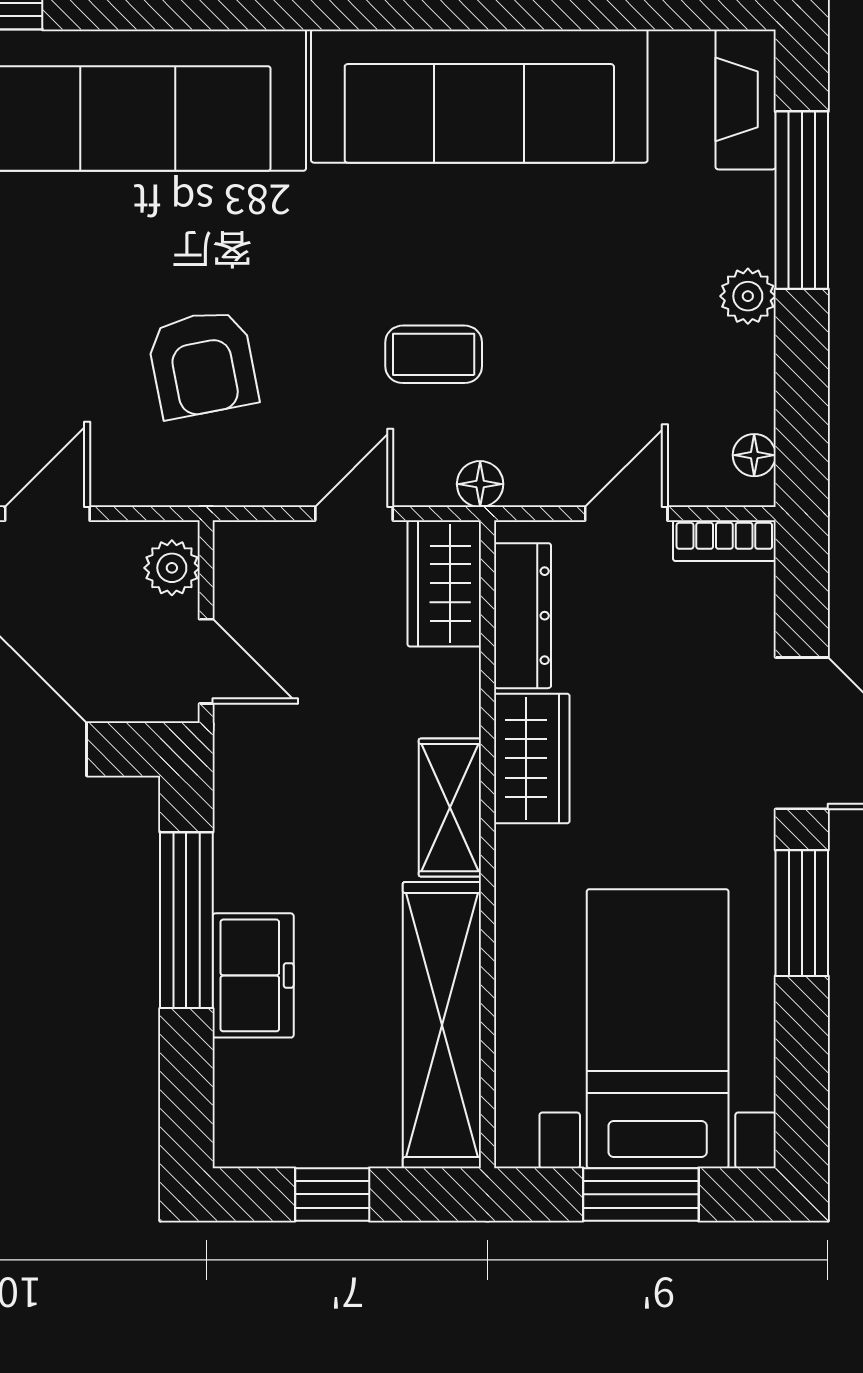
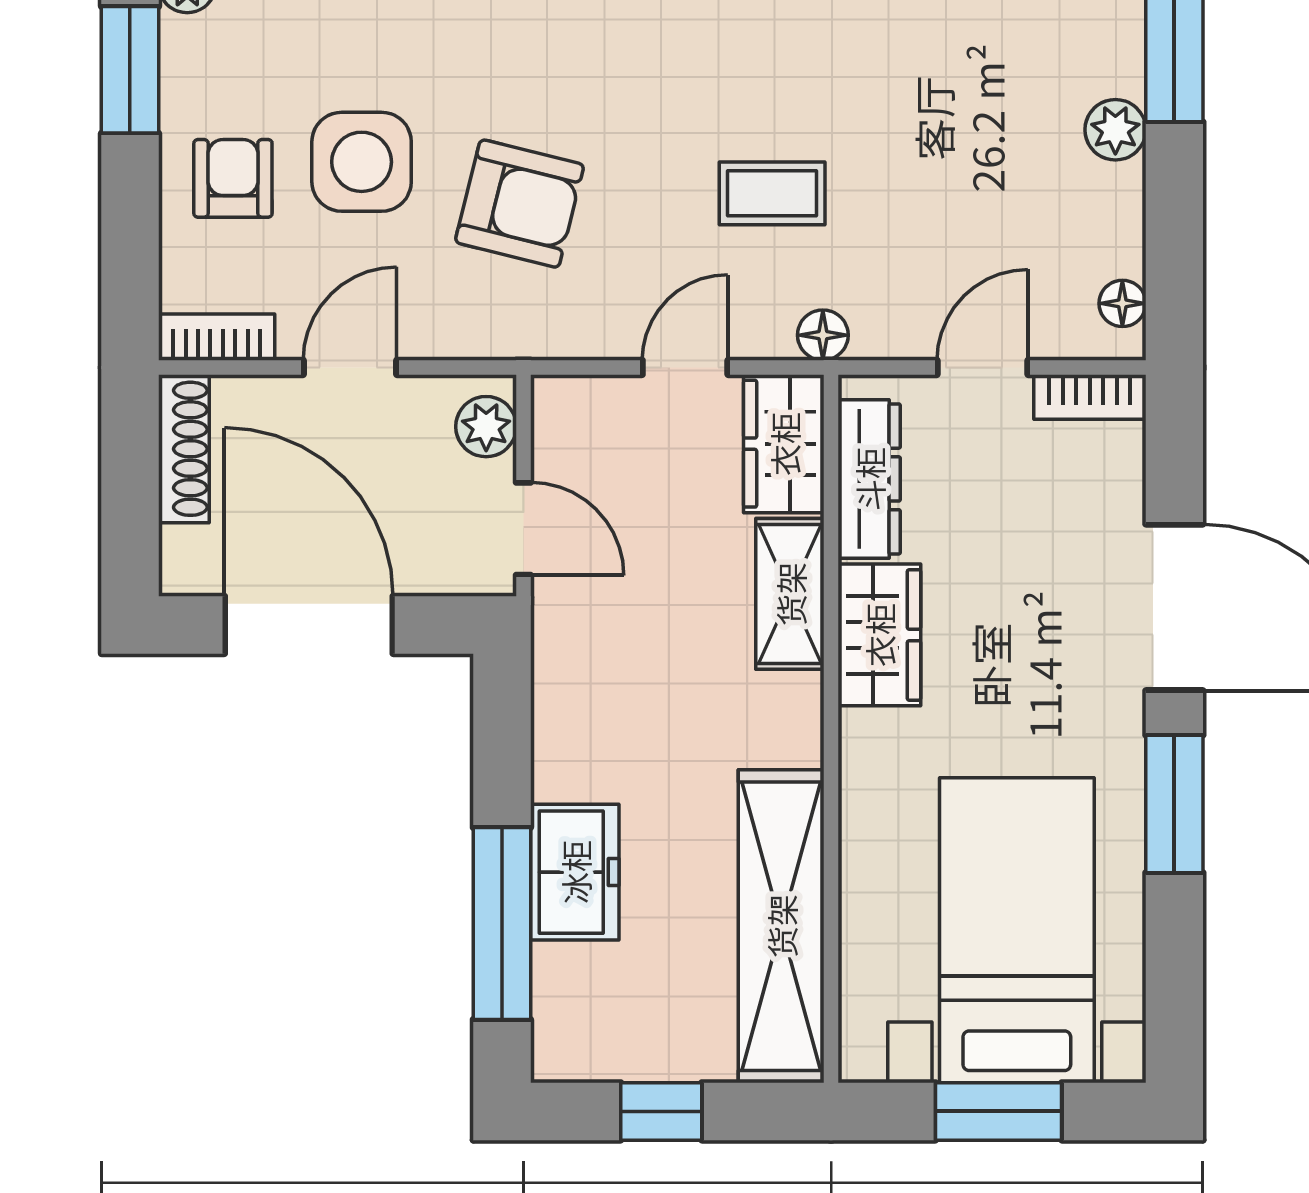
side table: (58, 325) -> (362, 162), added
armchair: (203, 364) -> (520, 204), turned -65
shelving: (450, 808) -> (790, 594), moved
window: (186, 920) -> (502, 924), moved

